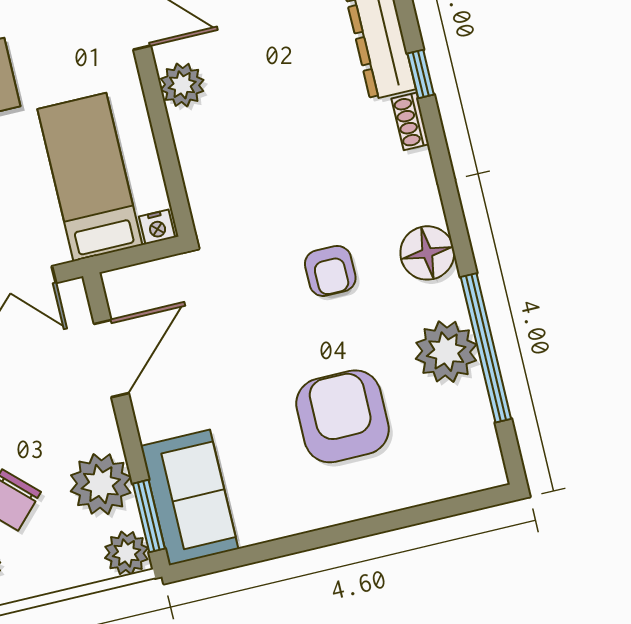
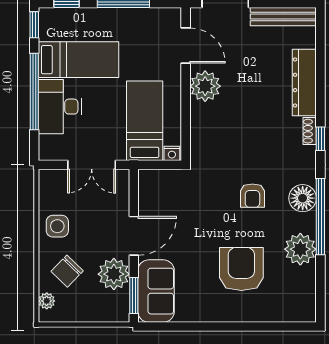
window: (421, 74) -> (320, 139), moved
plant: (182, 85) -> (205, 86), width x1.36, depth x1.36
window: (486, 348) -> (320, 217), moved
door: (111, 359) -> (134, 236), moved
plant: (126, 553) -> (118, 311), removed

